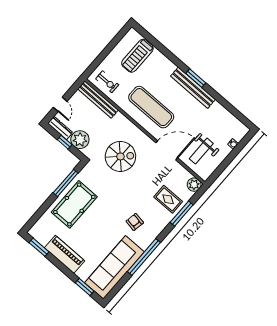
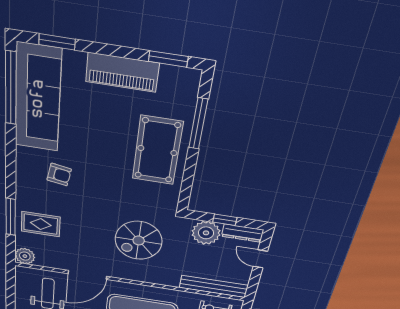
window: (66, 183) -> (198, 124), moved
window: (144, 257) -> (11, 88), moved

